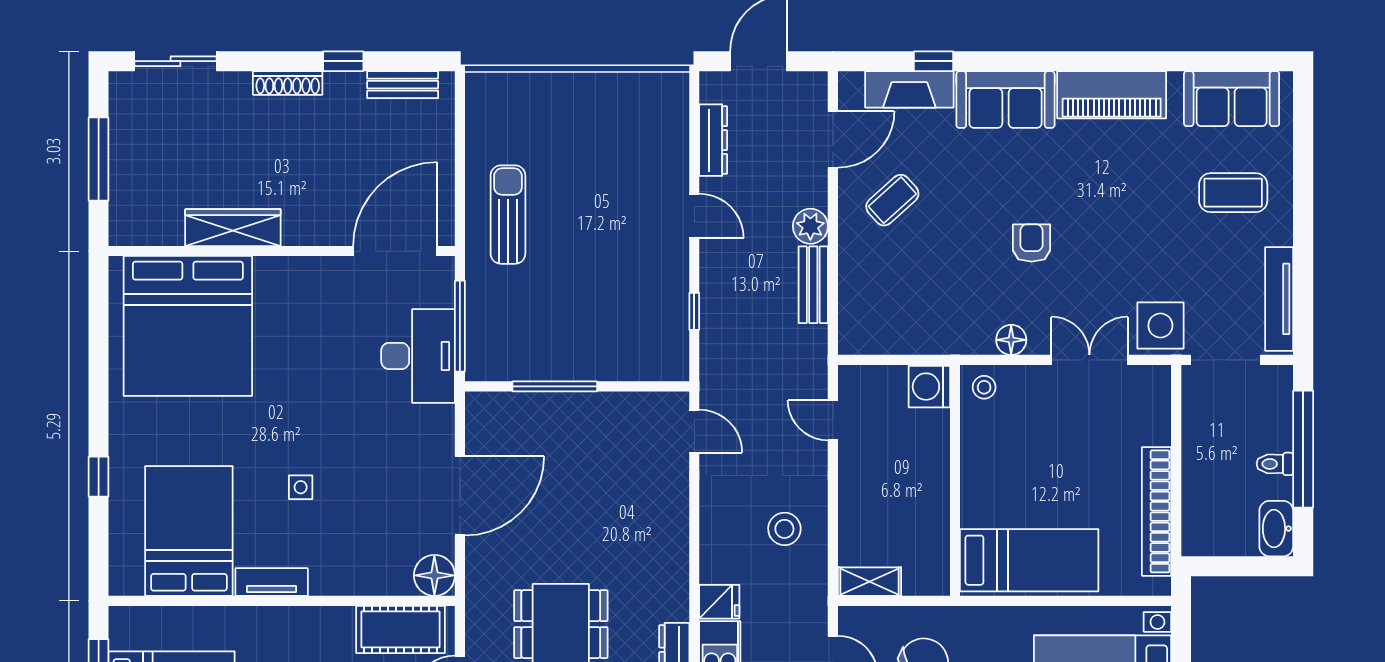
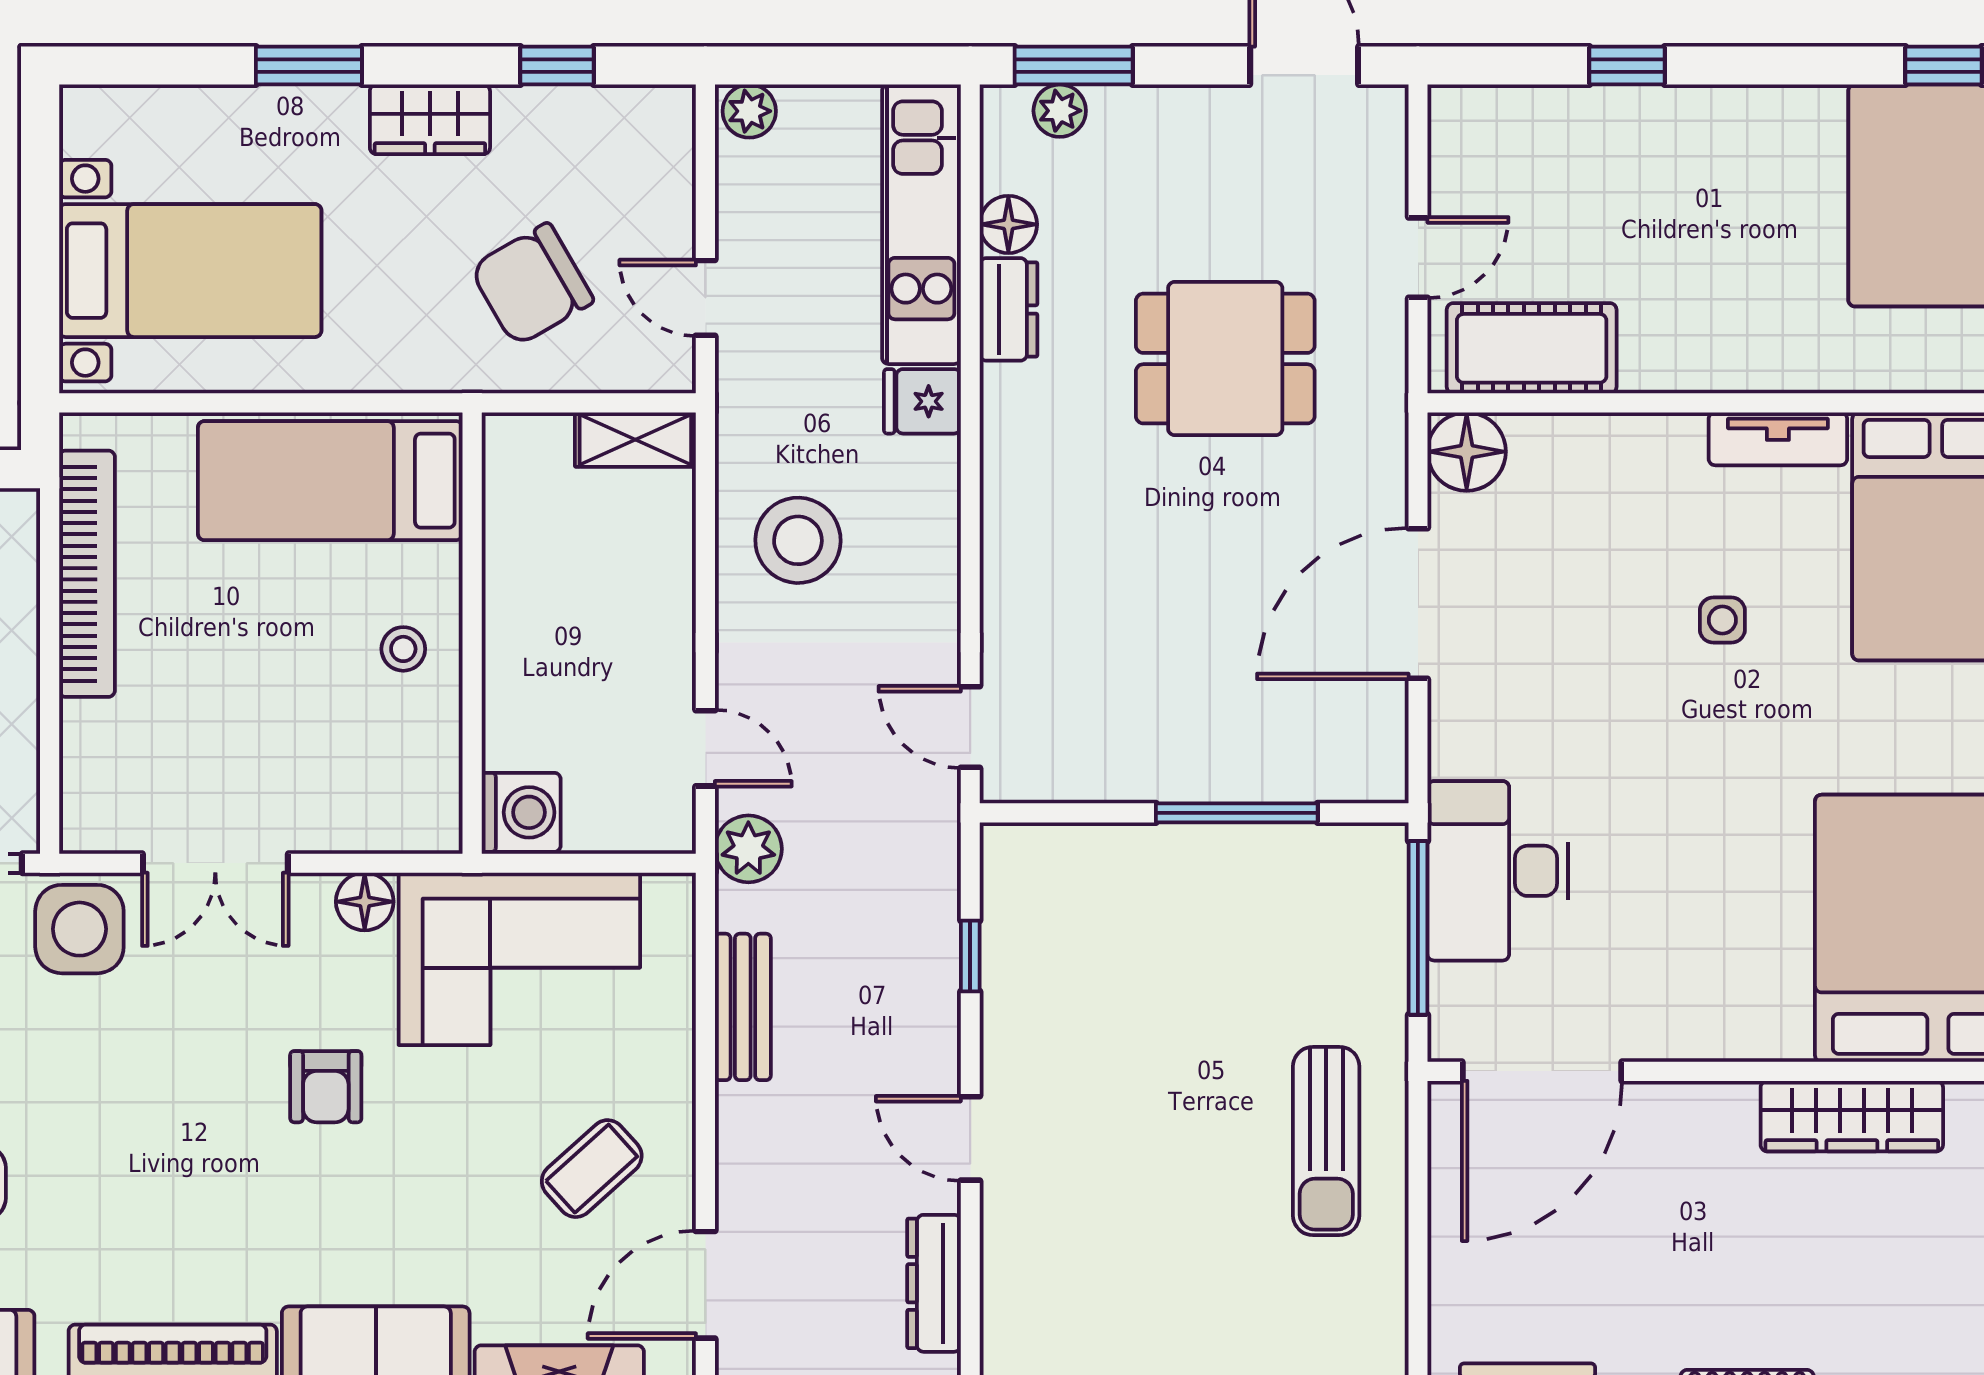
plant: (810, 226) -> (748, 849), moved
corner sofa: (930, 310) -> (519, 959), added
stool: (984, 387) -> (403, 649), moved
stool: (784, 529) -> (798, 540), width x1.38, depth x1.38

